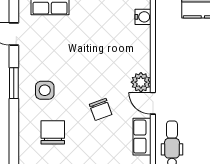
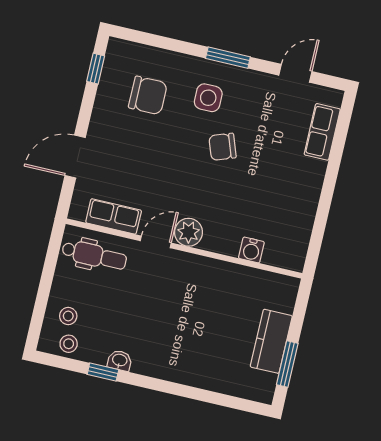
water cooler: (143, 17) -> (251, 250), moved
chair: (101, 109) -> (222, 147), moved

